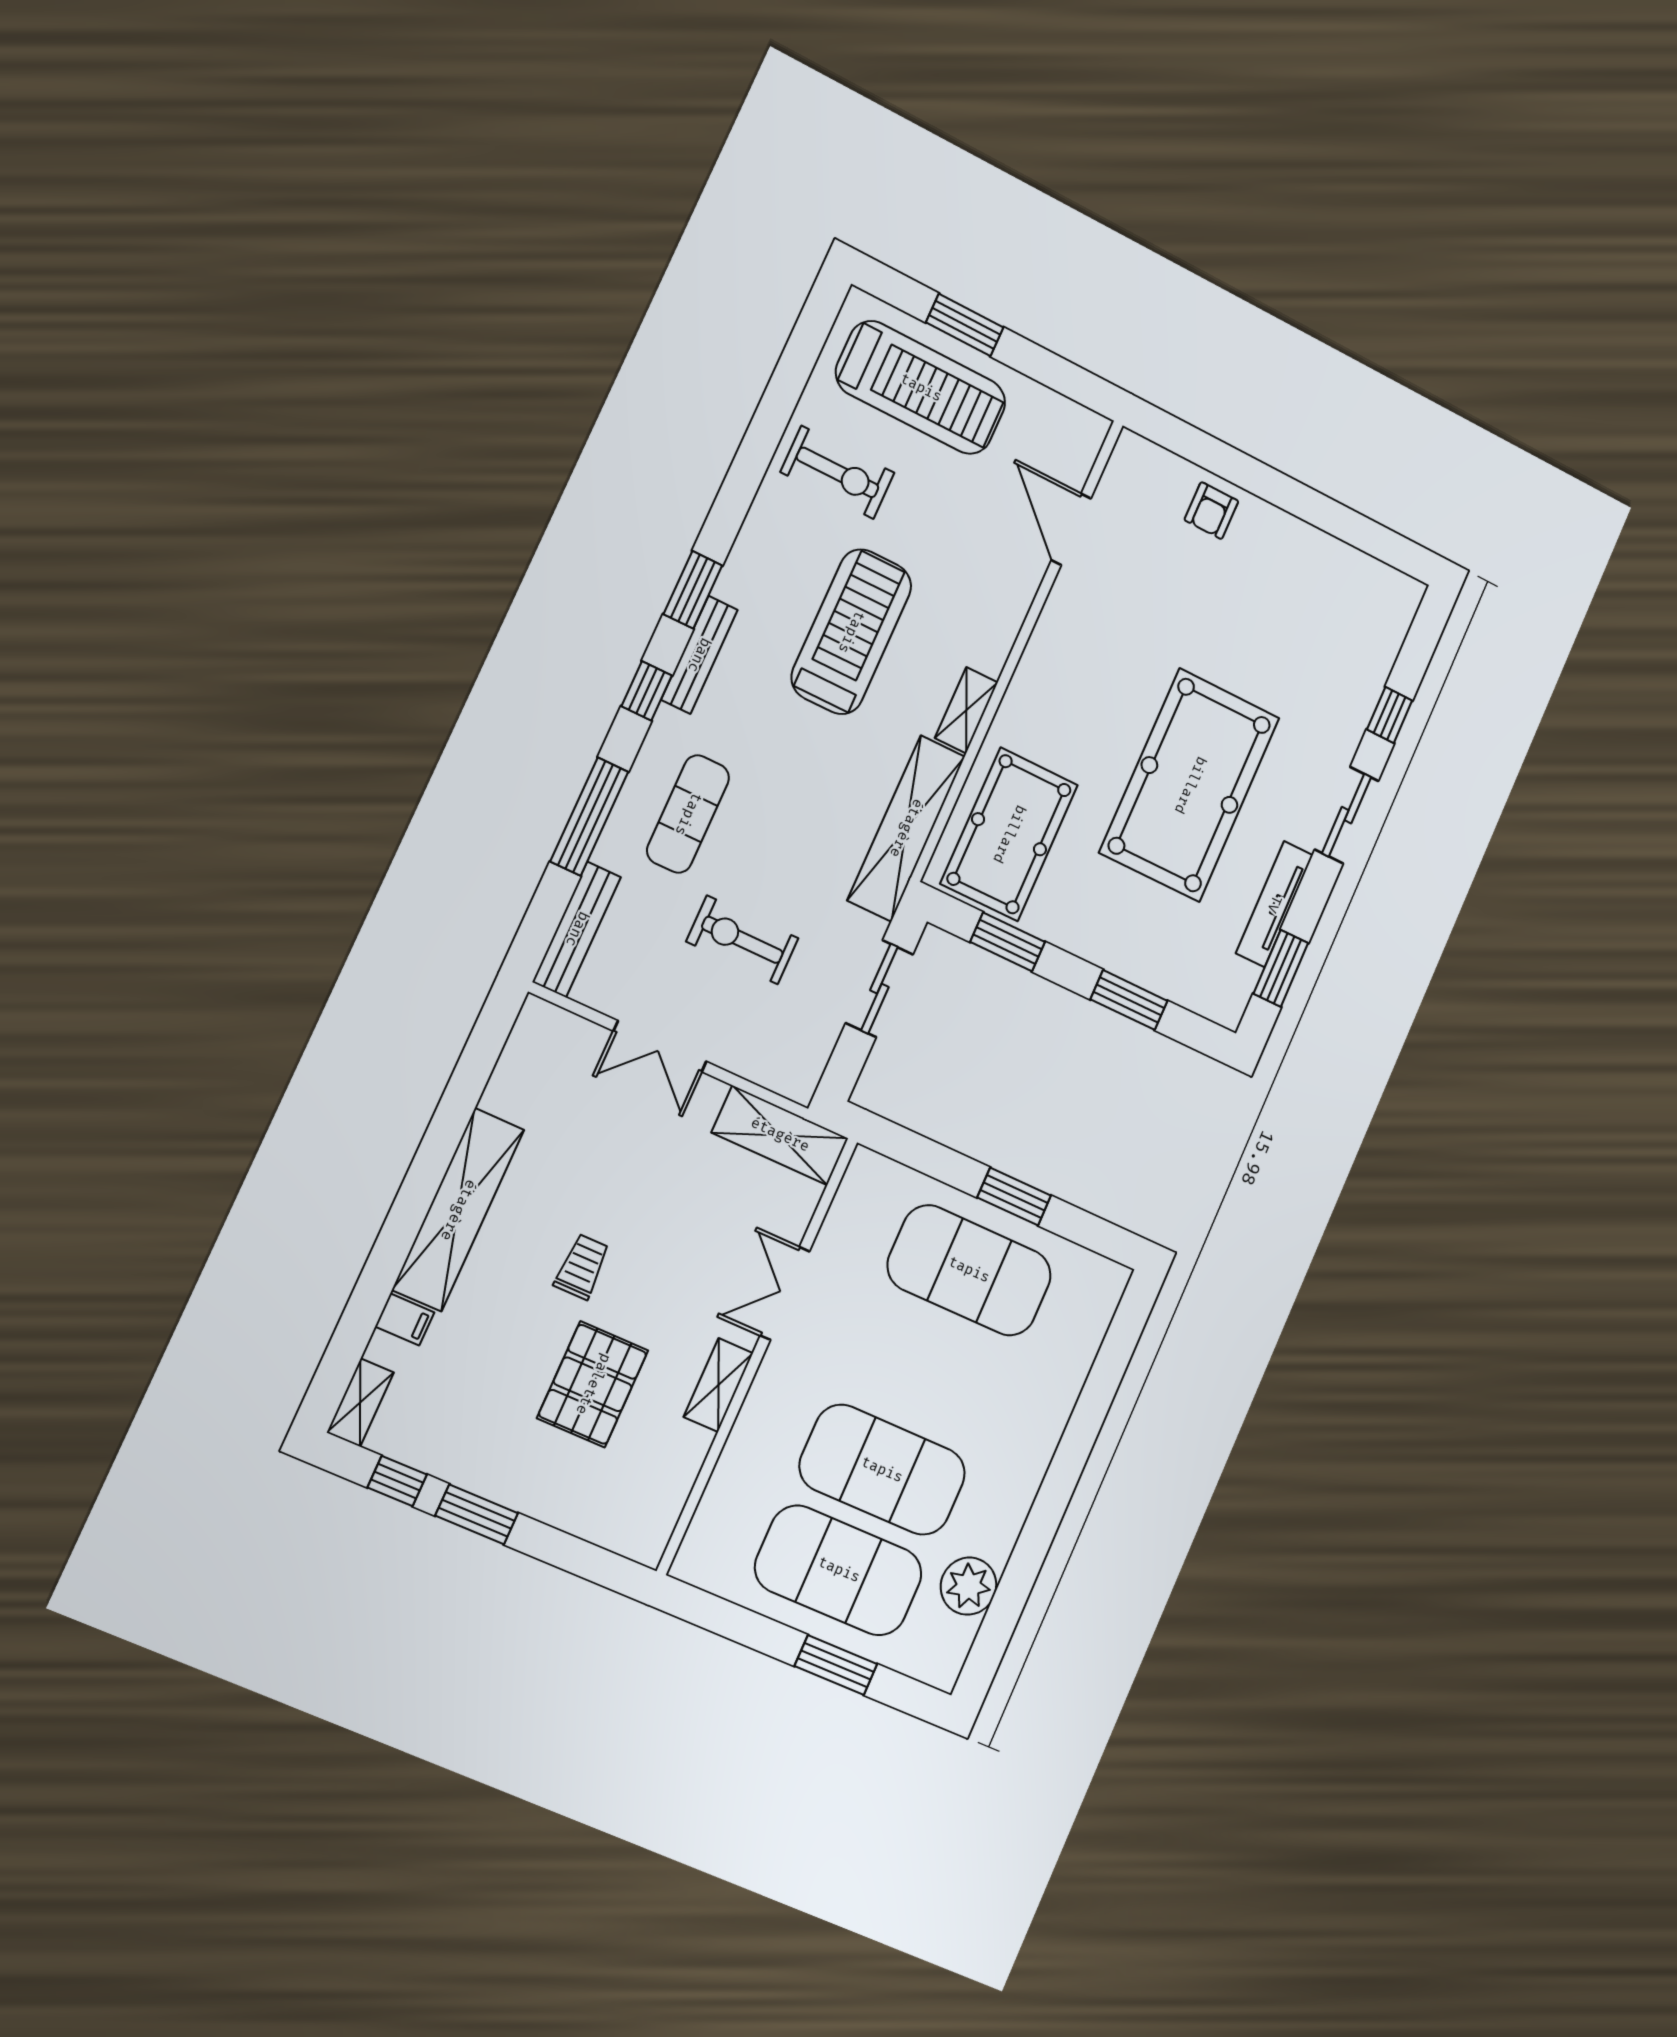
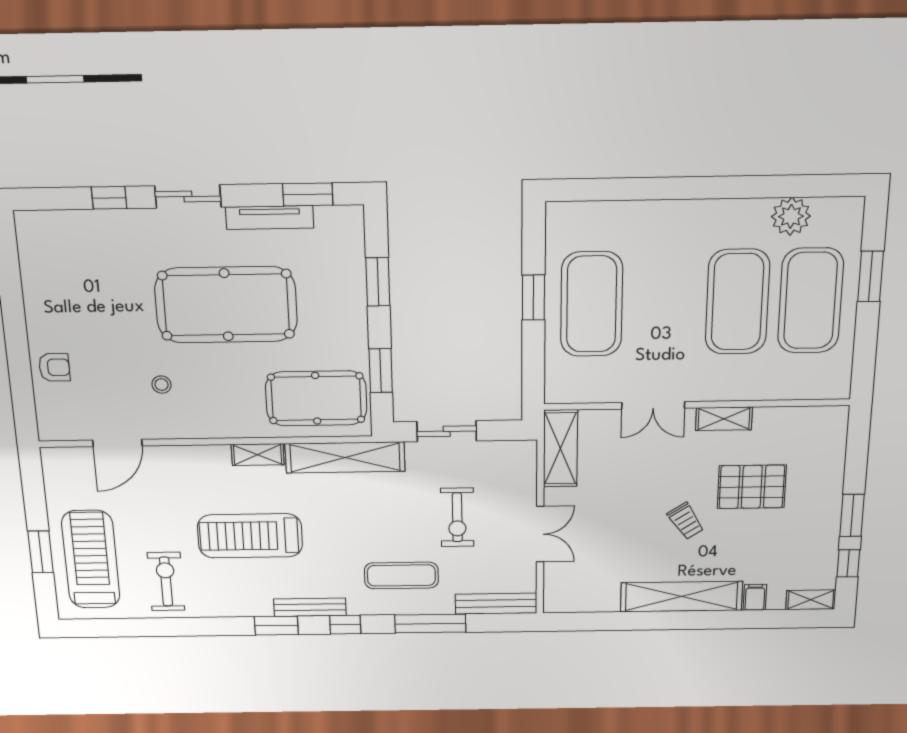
stool: (1124, 638) -> (162, 385), added
trolley: (582, 1267) -> (686, 521), turned -123

